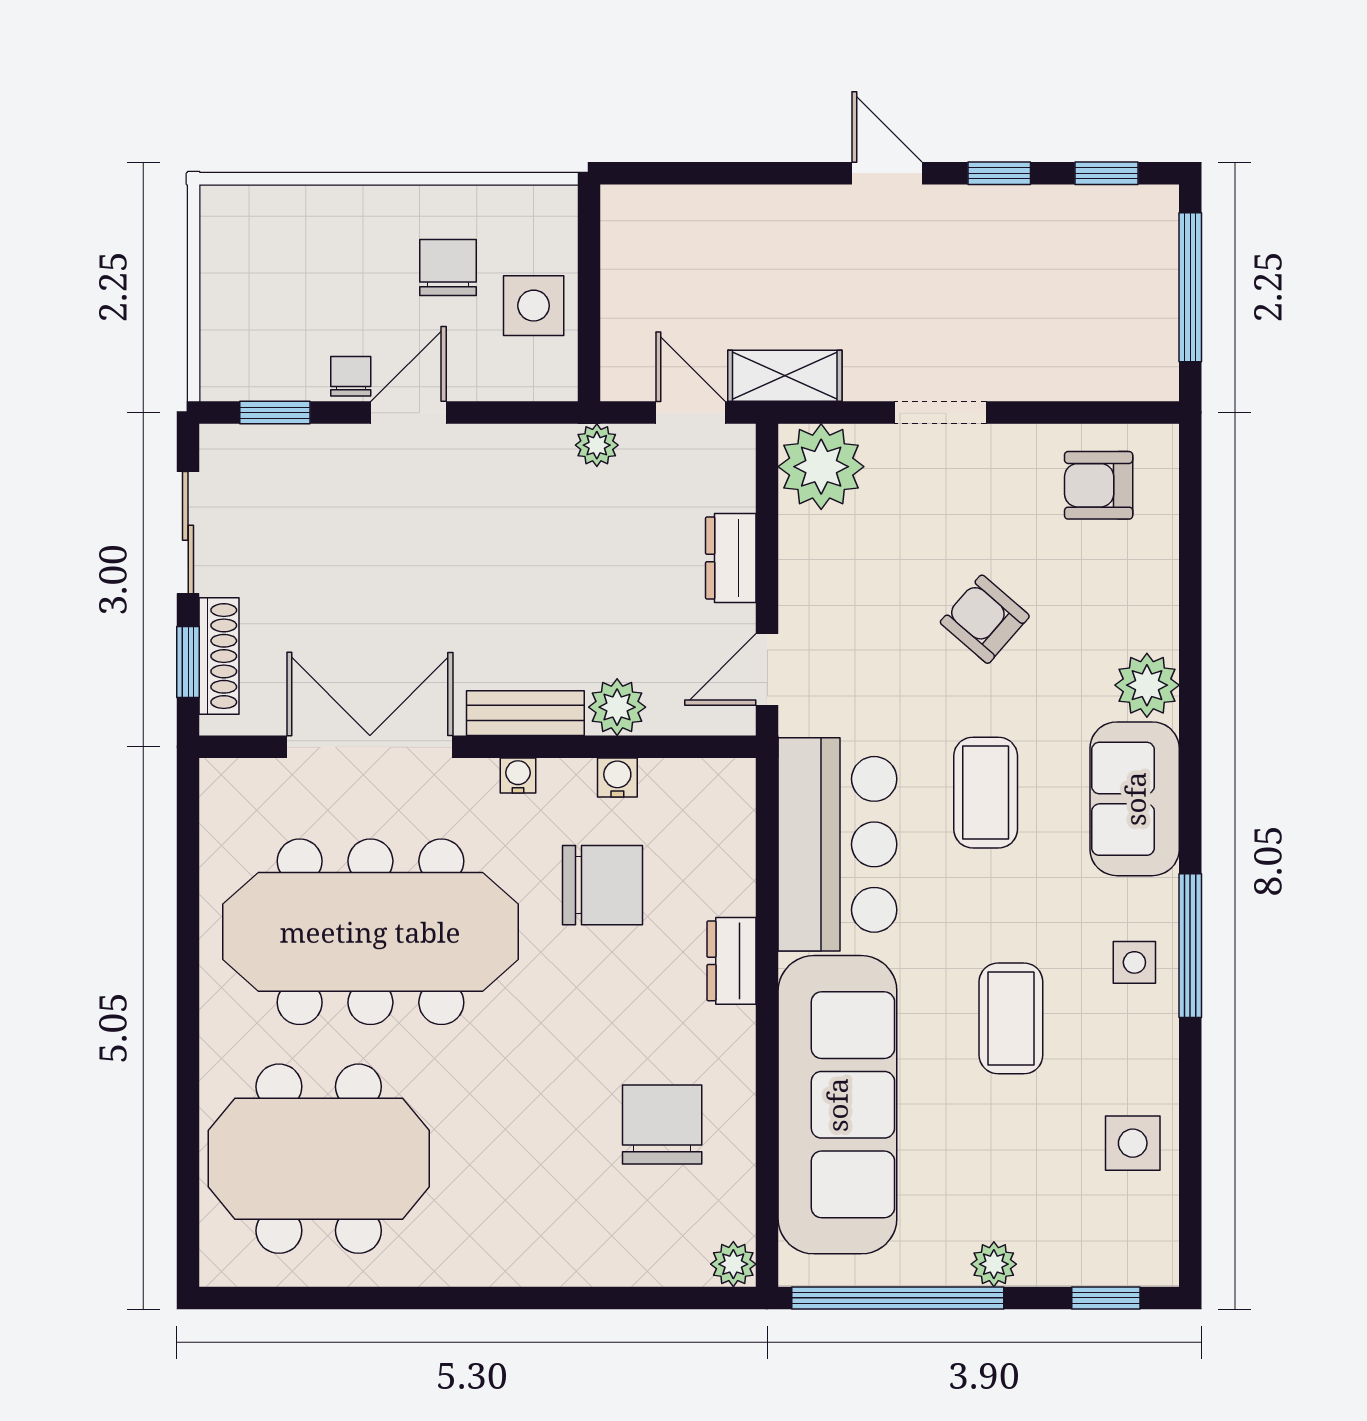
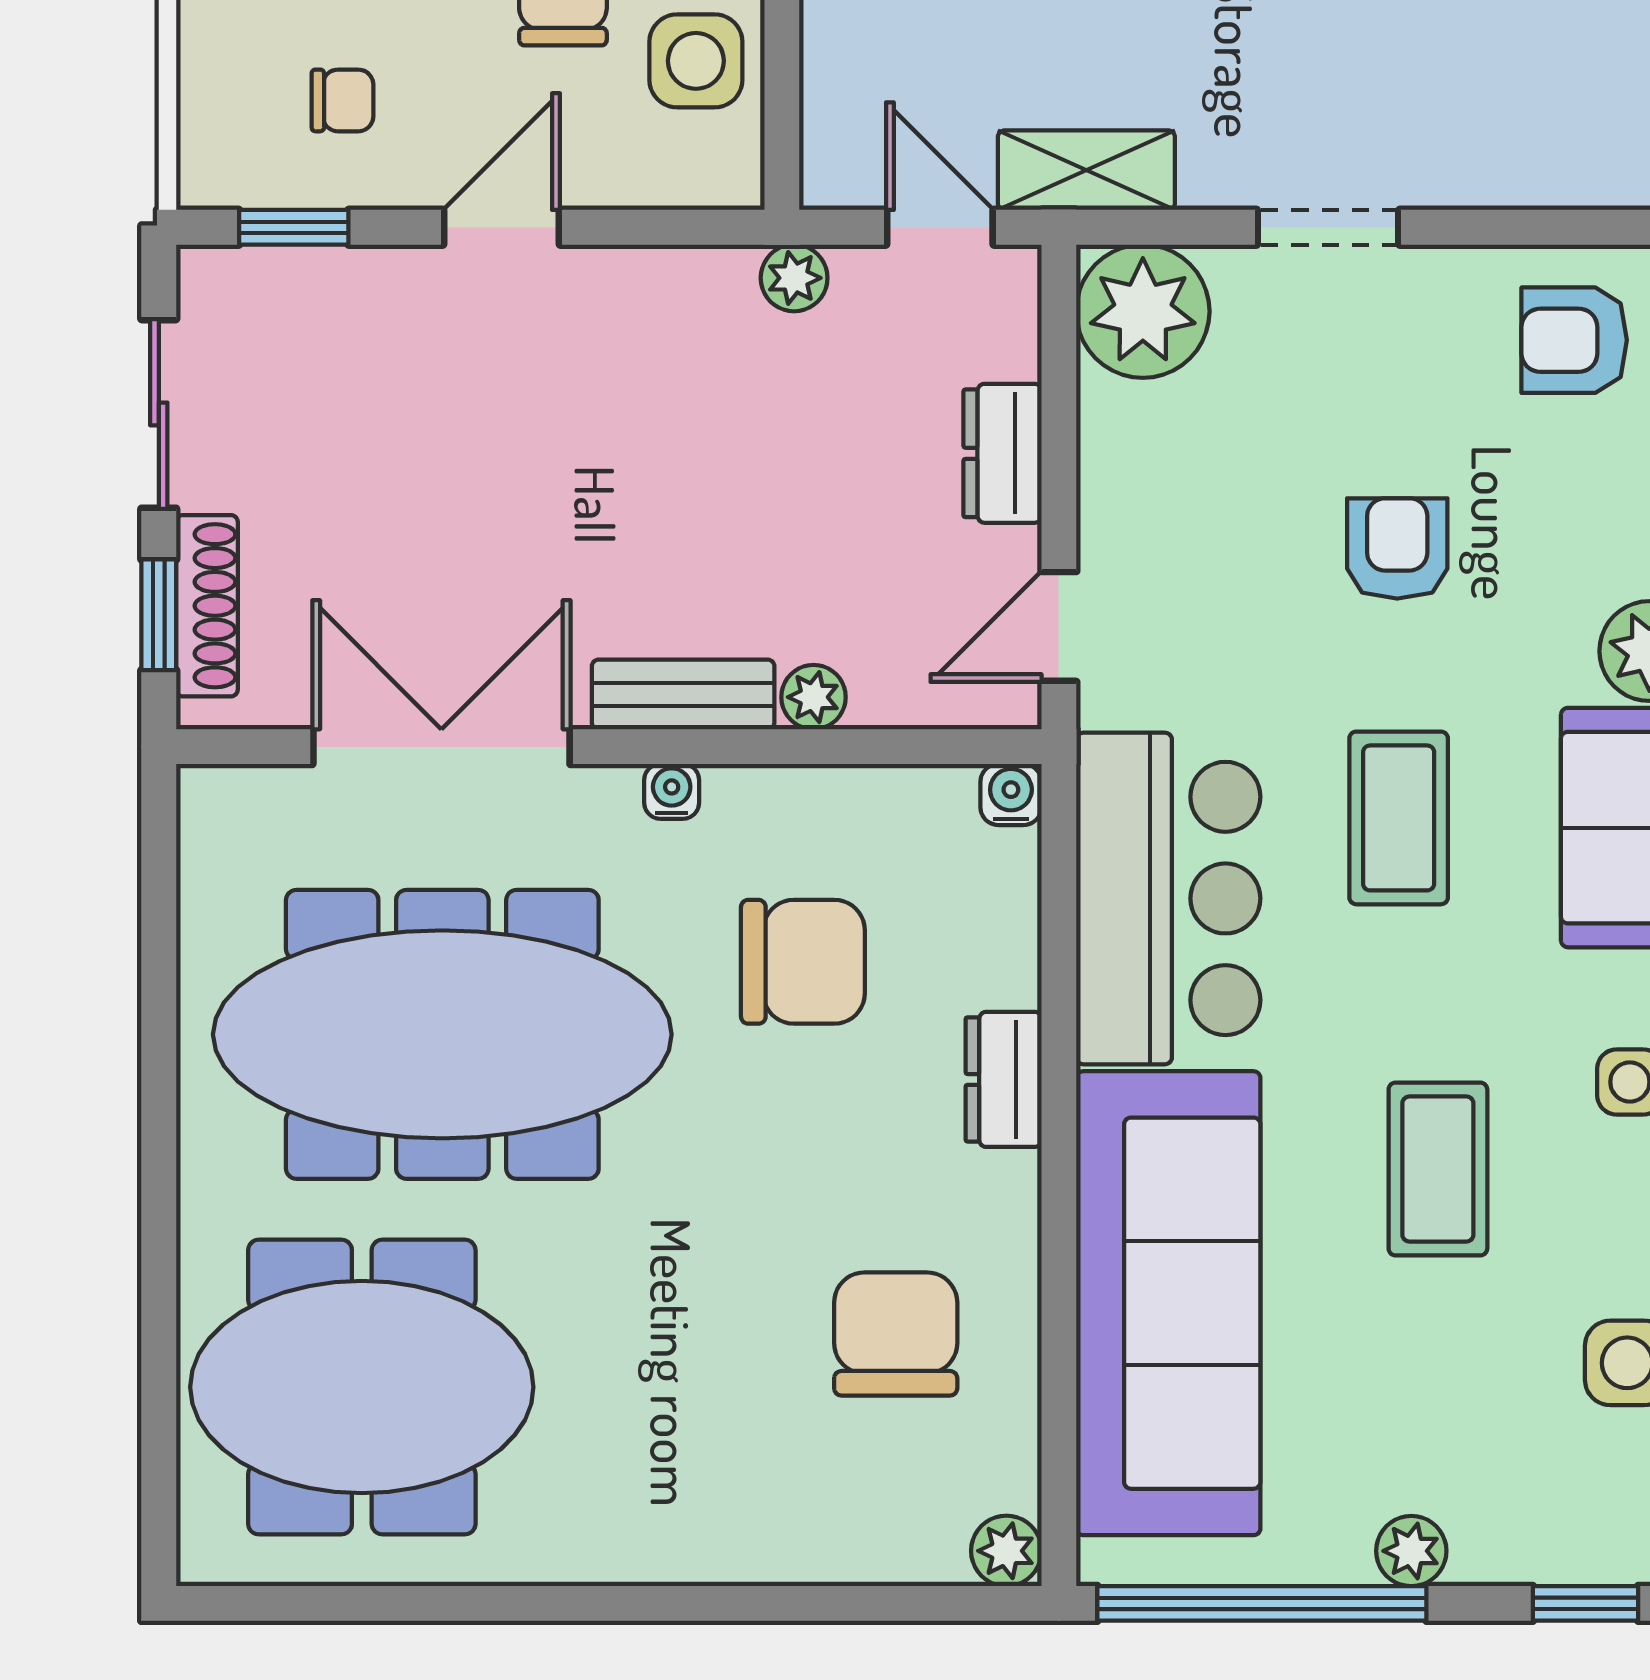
chair: (351, 376) -> (343, 100), moved, turned 90
armchair: (985, 619) -> (1397, 548), turned 49
plant: (617, 707) -> (814, 697), width x0.73, depth x0.73
water cooler: (617, 778) -> (1011, 795), moved

